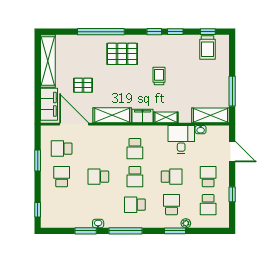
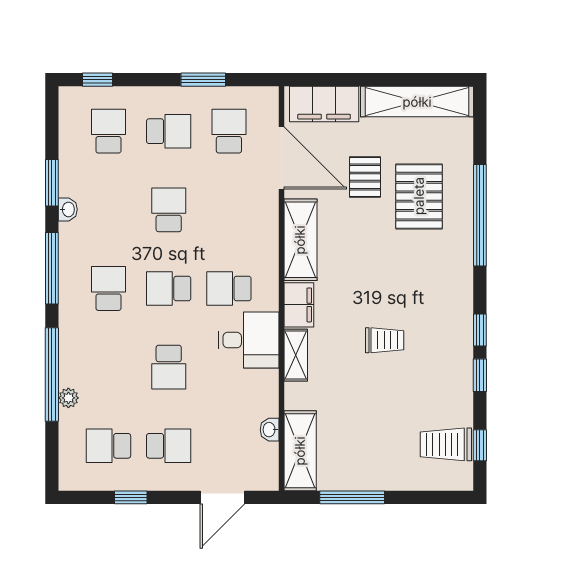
pallet: (122, 54) -> (419, 196), moved
door: (74, 124) -> (282, 158), hinge flipped
desk: (181, 139) -> (249, 340), moved
school desk: (172, 205) -> (108, 131), moved, turned -90
window: (175, 231) -> (52, 375), width x2.11

